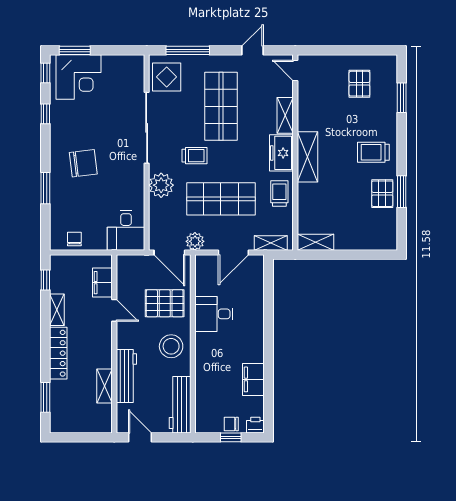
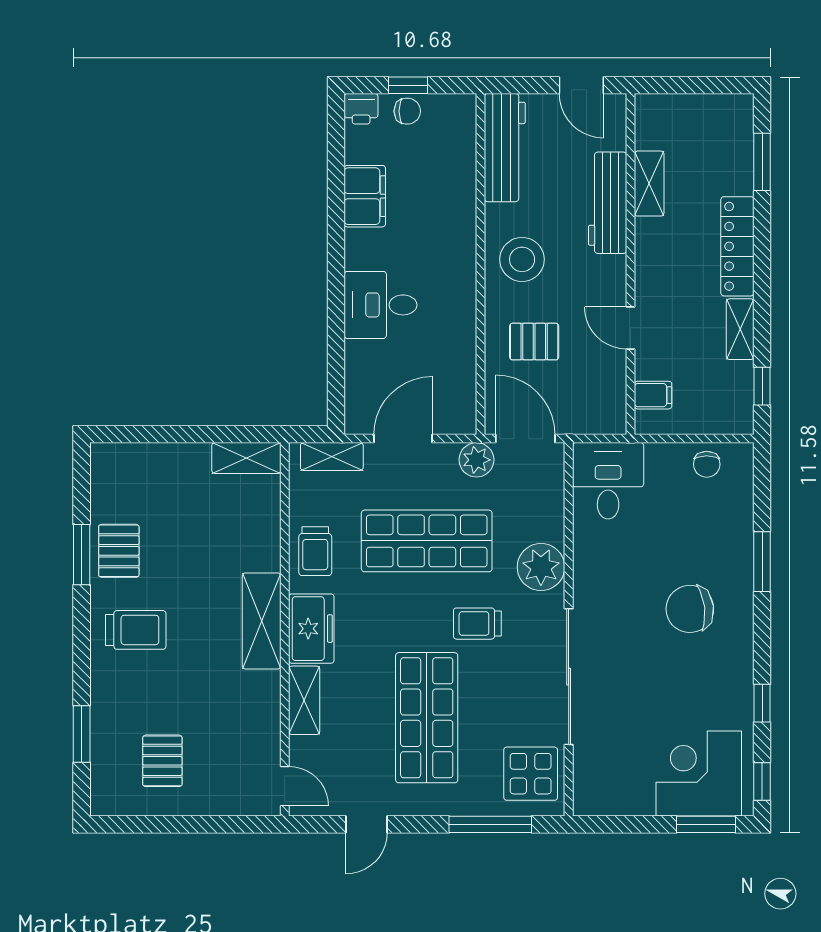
filing cabinet: (102, 283) -> (653, 395), width x0.50
pallet: (165, 303) -> (534, 342), width x0.67, depth x0.71
desk: (214, 314) -> (380, 305), moved, turned 180

